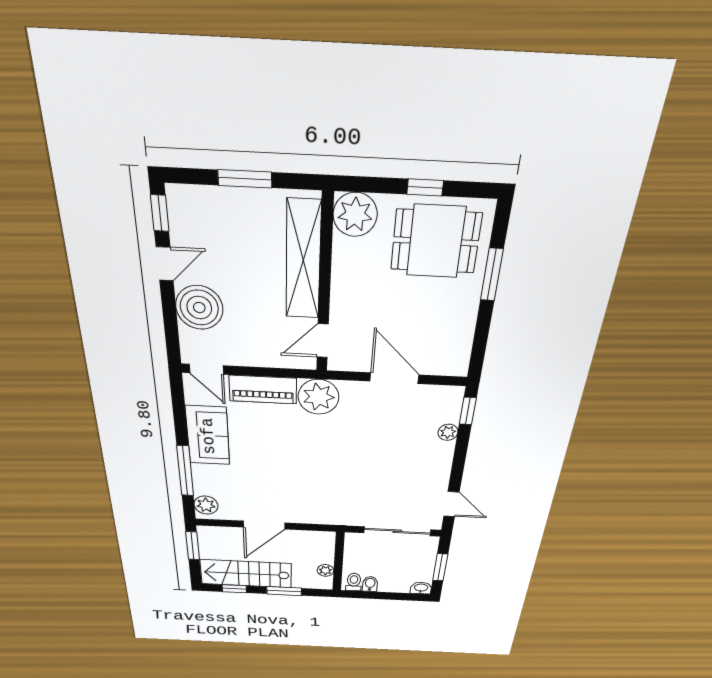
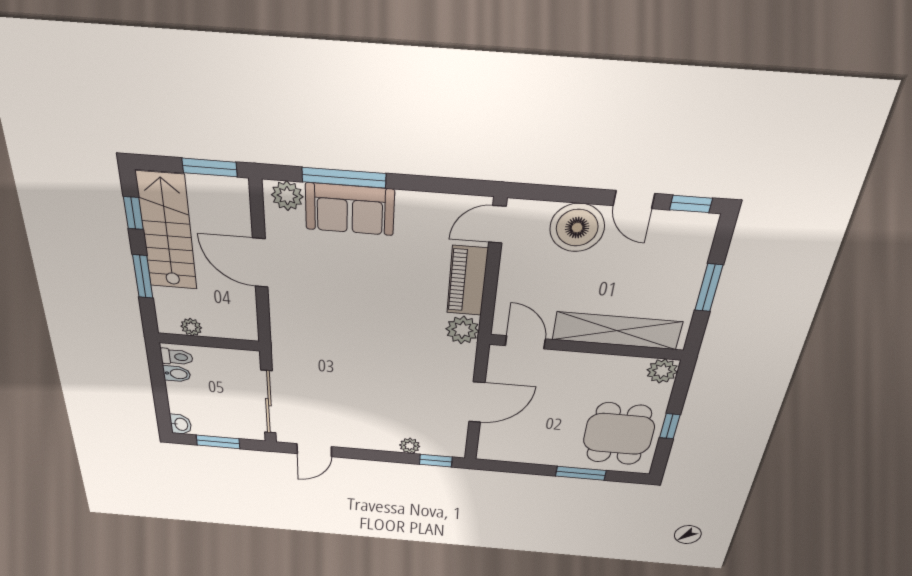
plant: (355, 215) -> (662, 371), width x0.73, depth x0.73
plant: (318, 397) -> (462, 330), width x0.73, depth x0.73
sofa: (208, 436) -> (350, 209), moved

